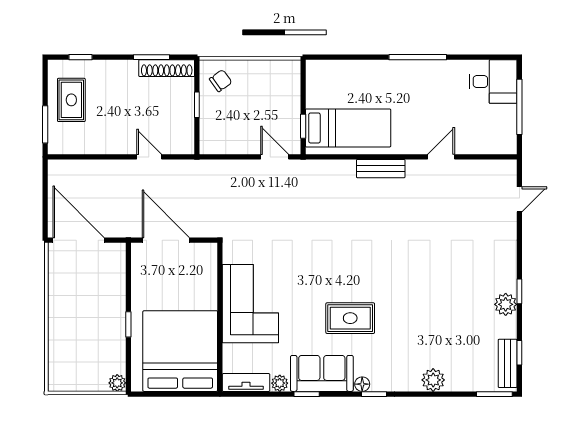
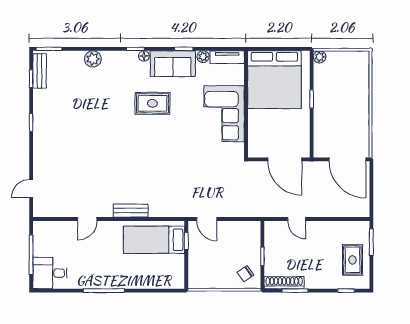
plant: (506, 304) -> (41, 113), removed

